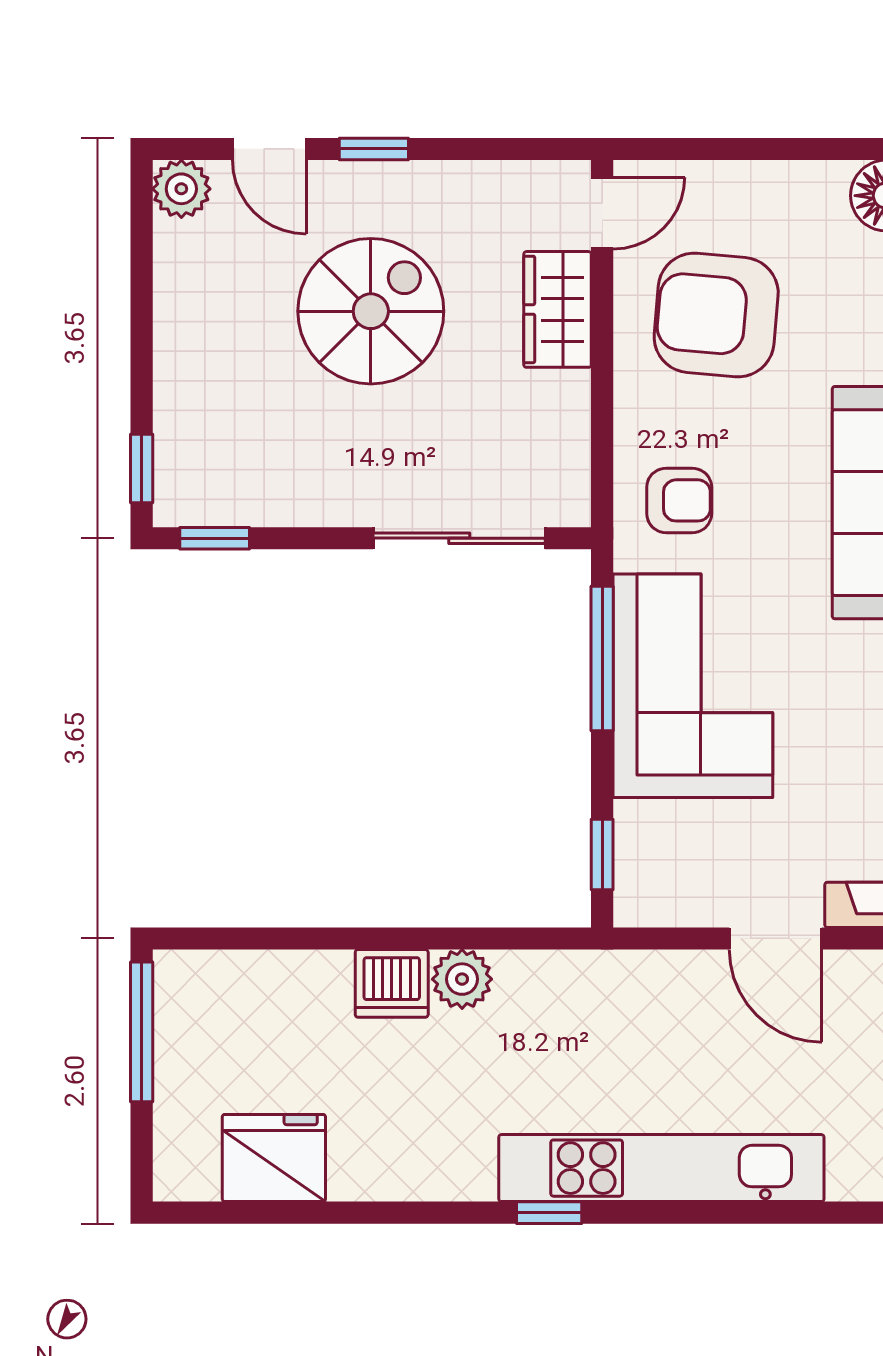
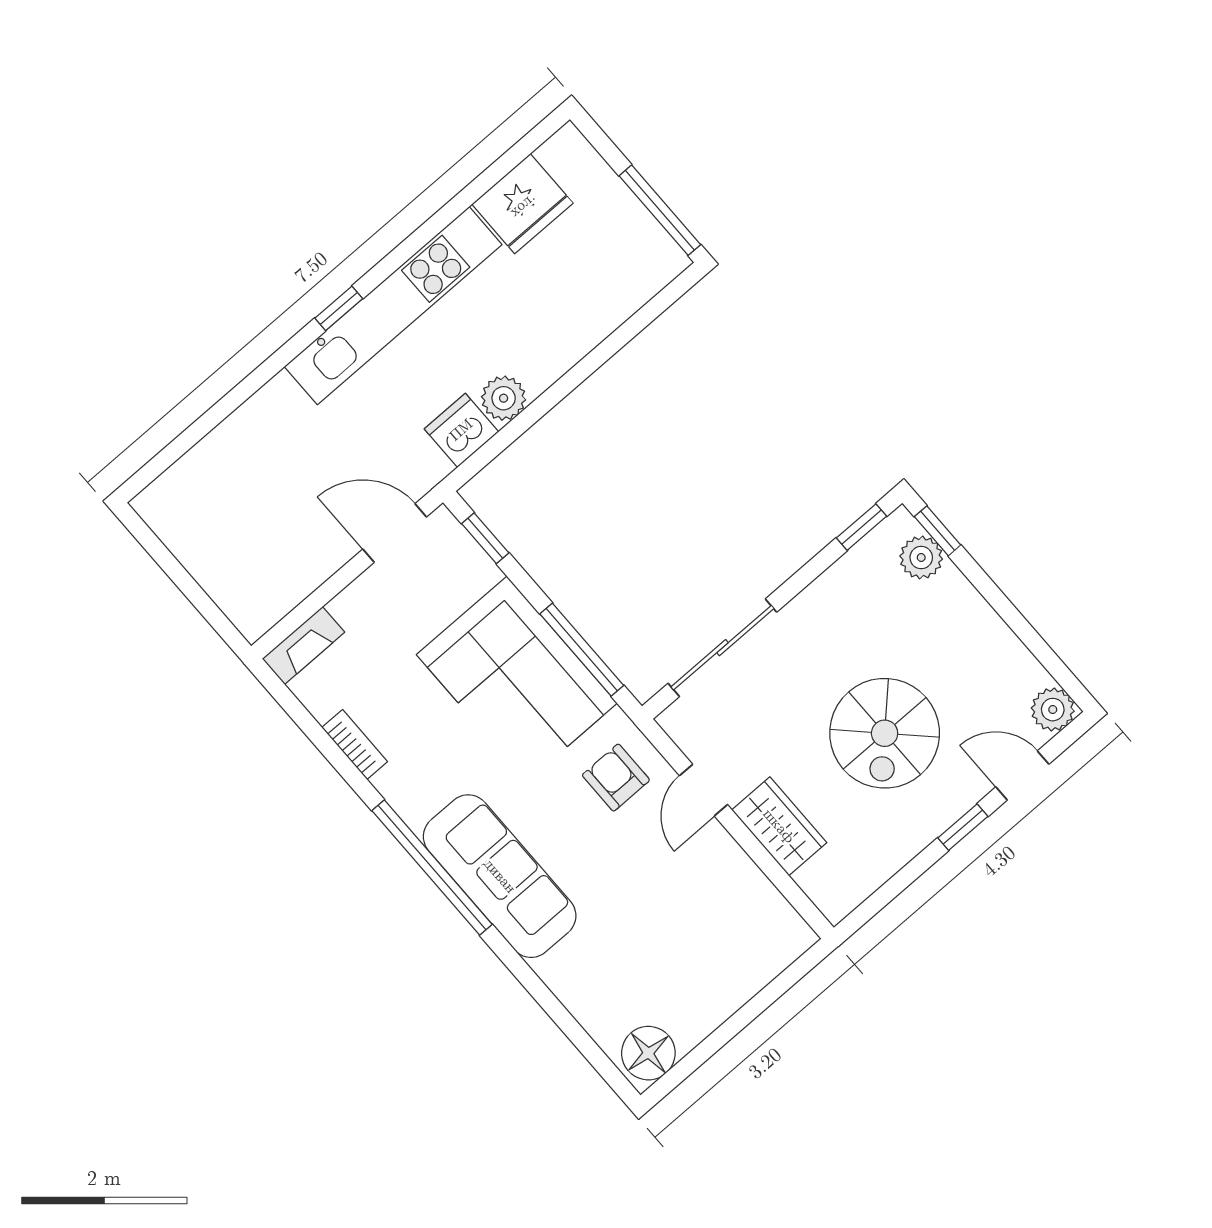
door: (602, 213) -> (703, 790), moved
armchair: (716, 315) -> (686, 901), removed
plant: (181, 456) -> (921, 558), added
armchair: (679, 500) -> (616, 778), turned 90
door: (776, 938) -> (395, 533), moved
dishwasher: (392, 983) -> (461, 430), moved
kitchen unit: (661, 1168) -> (393, 306), moved

